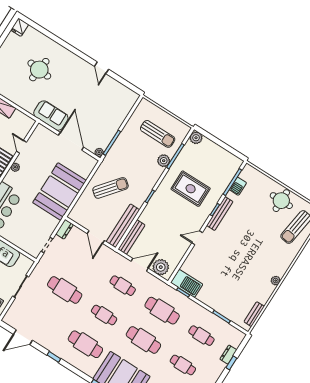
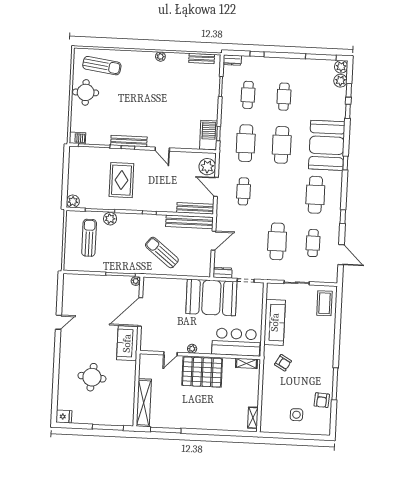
barbecue: (238, 186) -> (77, 138), moved
booth: (59, 192) -> (211, 297), moved
cafe table: (104, 315) -> (313, 243), moved
dresser: (228, 355) -> (232, 60), moved

